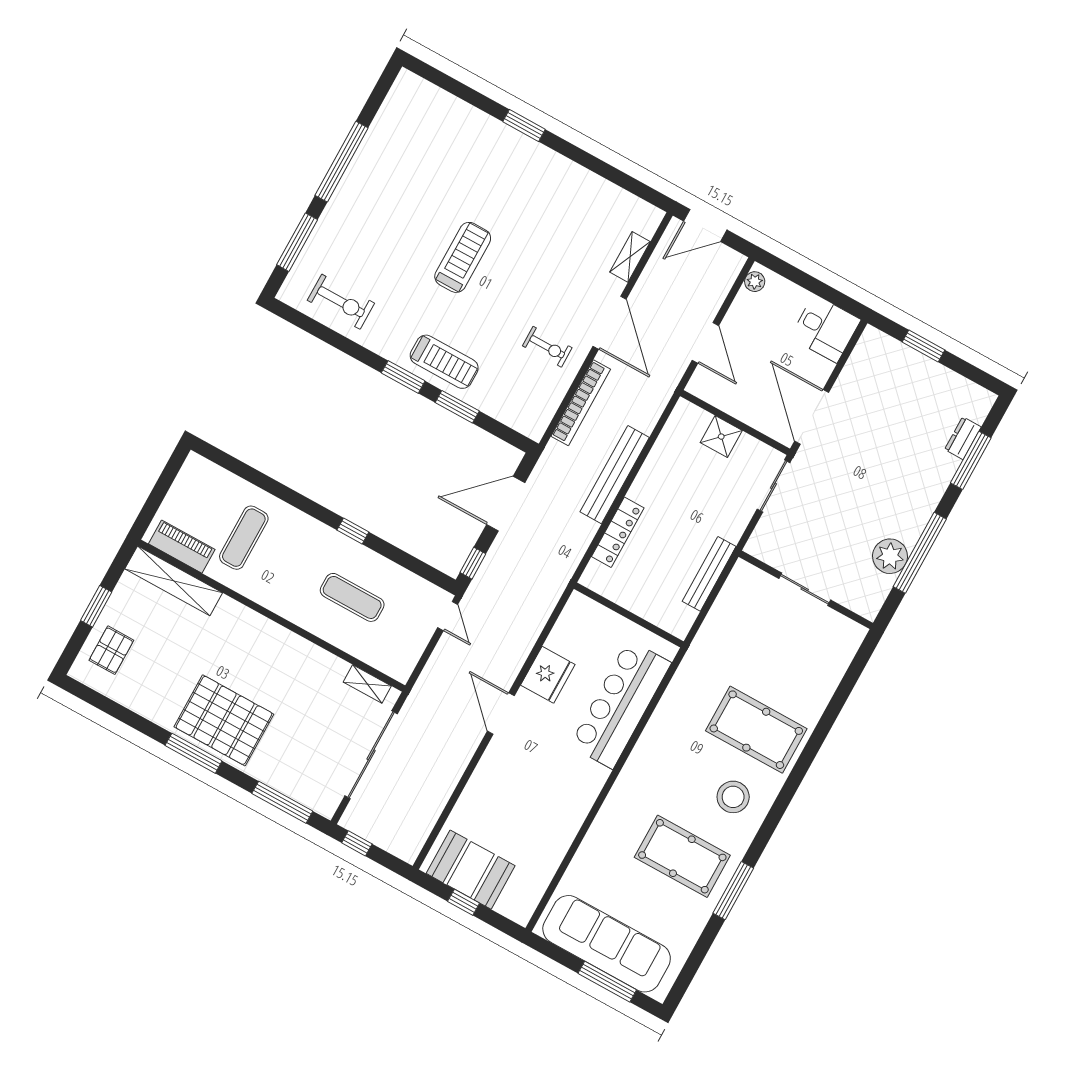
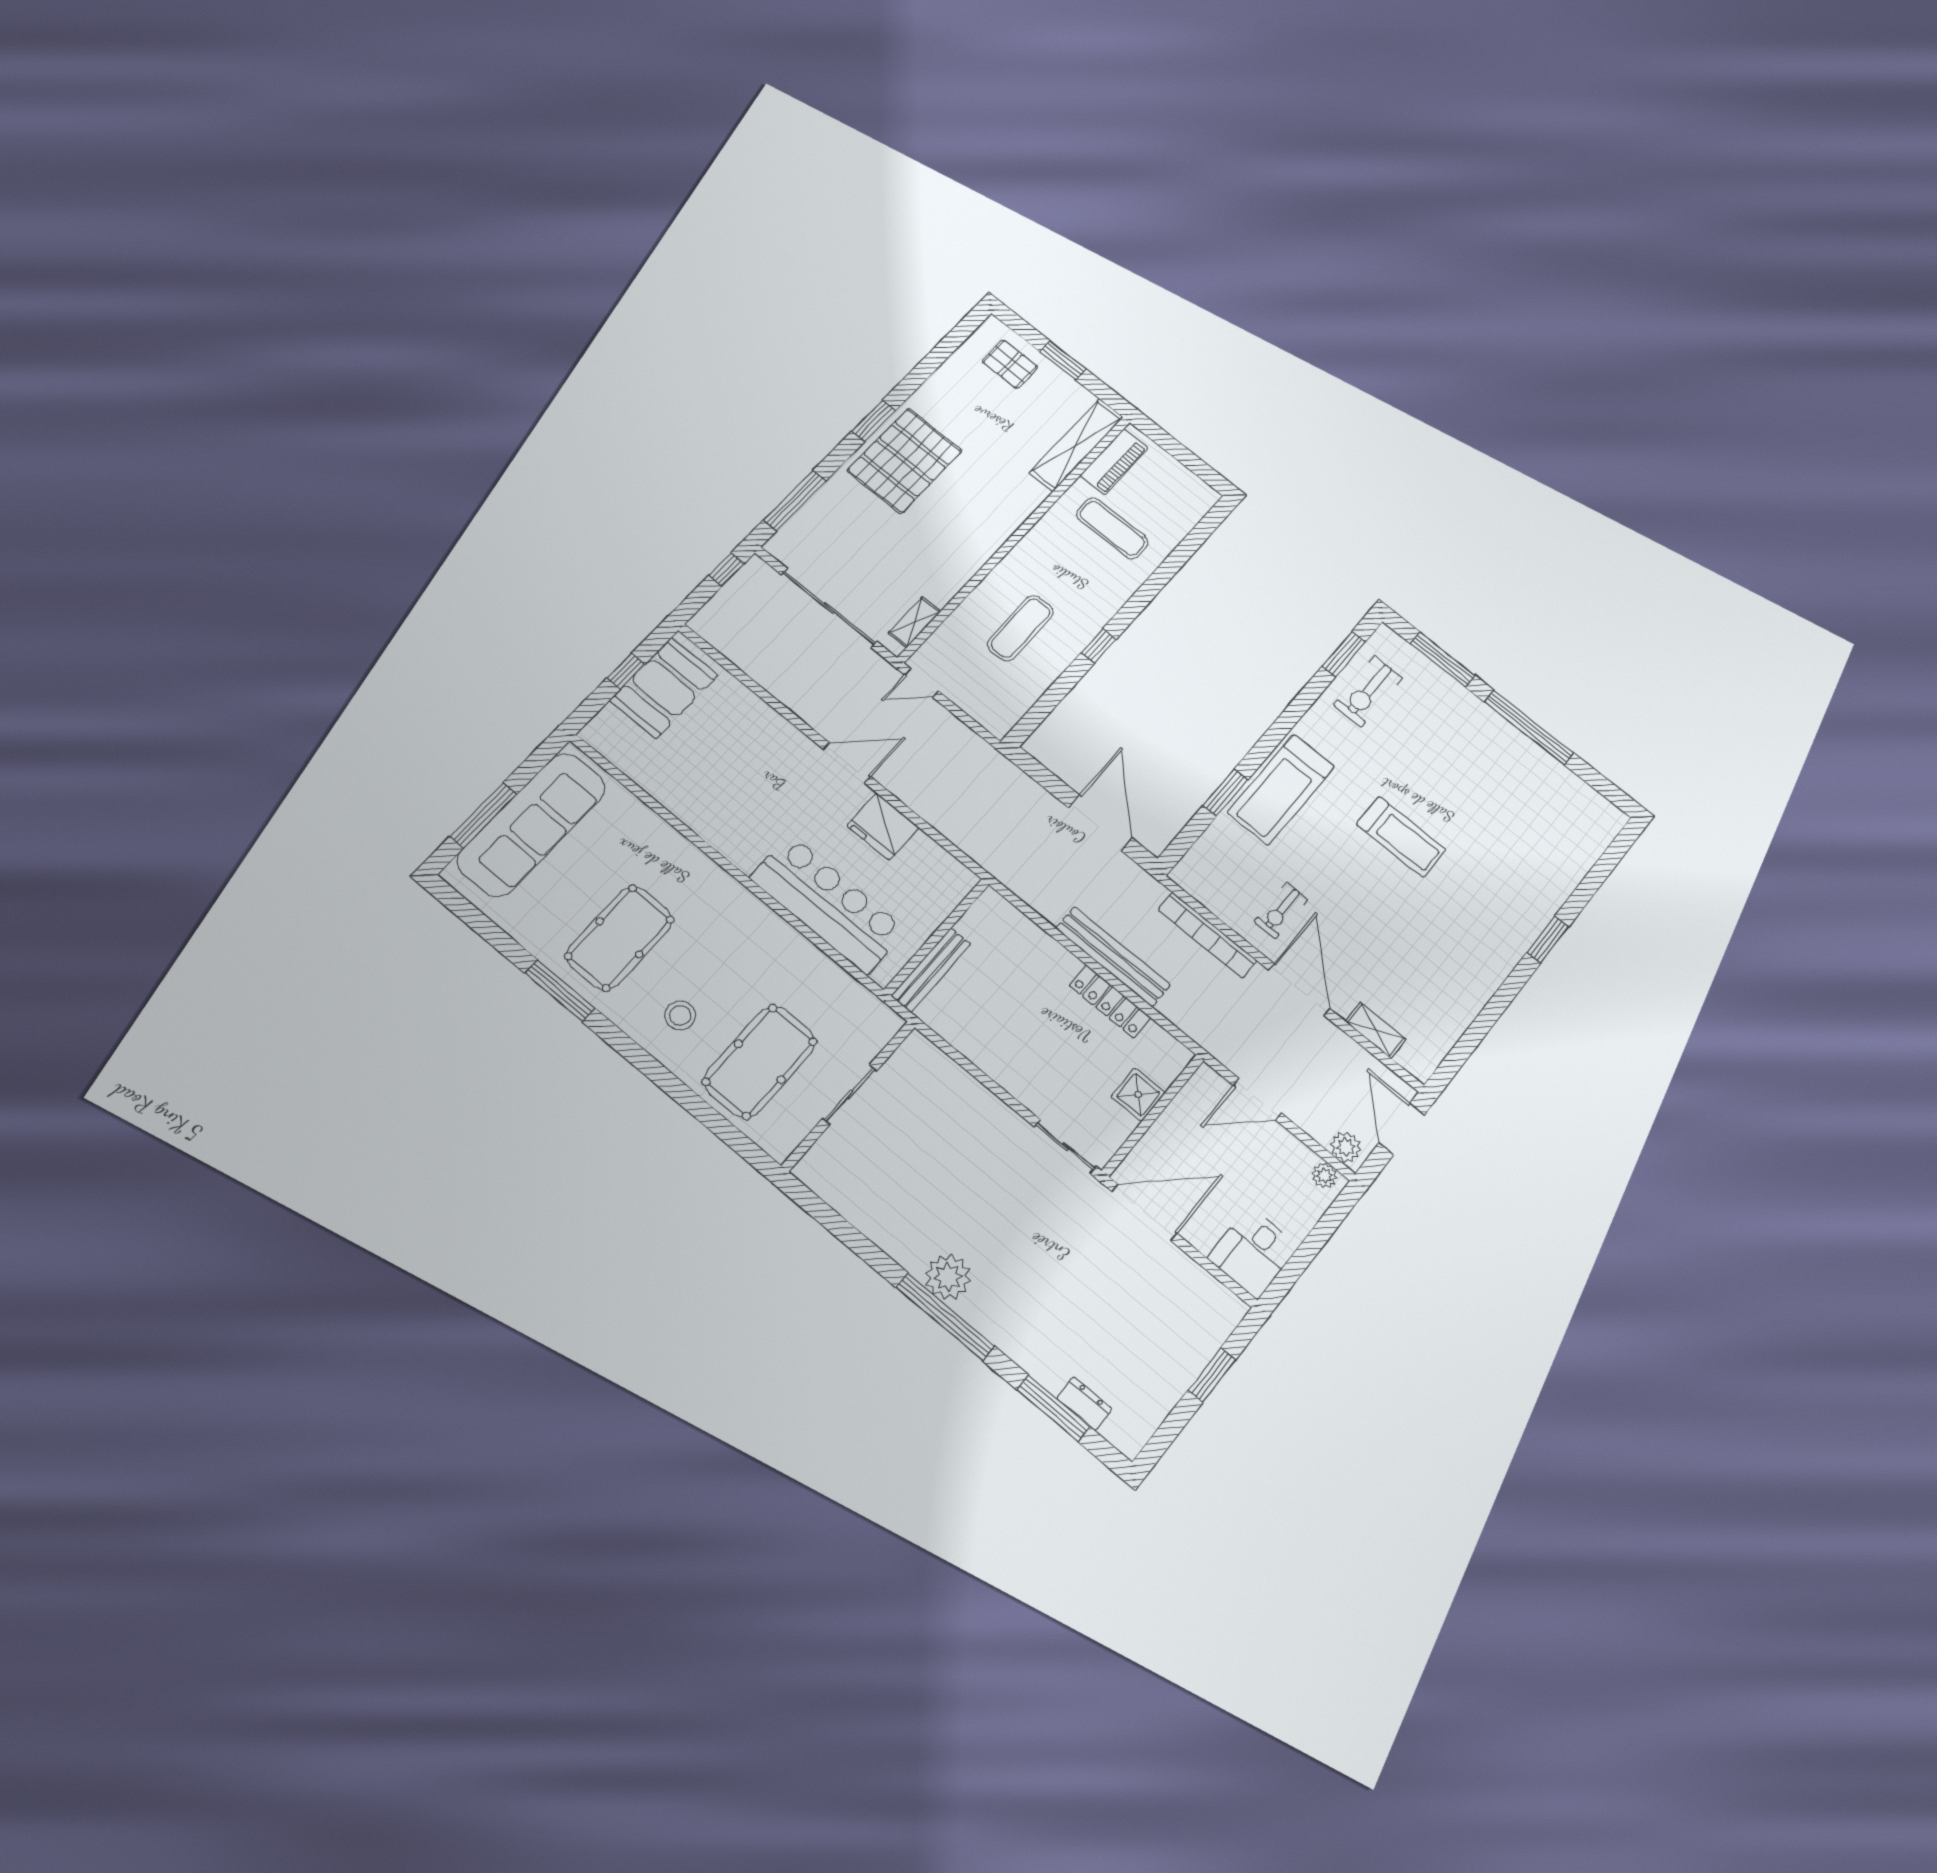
plant: (729, 268) -> (1346, 1147), added
door: (610, 323) -> (1299, 989), swing flipped
treadmill: (444, 362) -> (1281, 790), width x1.37, depth x1.38
window: (403, 377) -> (1344, 654), moved
locker: (618, 532) -> (1110, 1001), moved
window: (473, 563) -> (1035, 770), removed
bench: (709, 574) -> (931, 970), moved, turned 90
sliding door: (805, 589) -> (850, 1095), moved
wall: (806, 590) -> (849, 1096), moved
door: (448, 616) -> (922, 683), moved
window: (194, 753) -> (874, 421), width x0.69
stool: (733, 797) -> (680, 1015), width x0.73, depth x0.73

